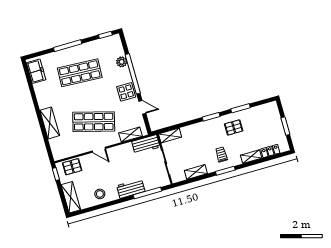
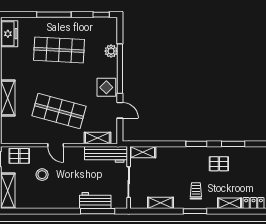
workbench: (146, 144) -> (106, 154), width x1.38
workbench: (131, 189) -> (95, 201), moved
stool: (100, 194) -> (42, 175), moved

